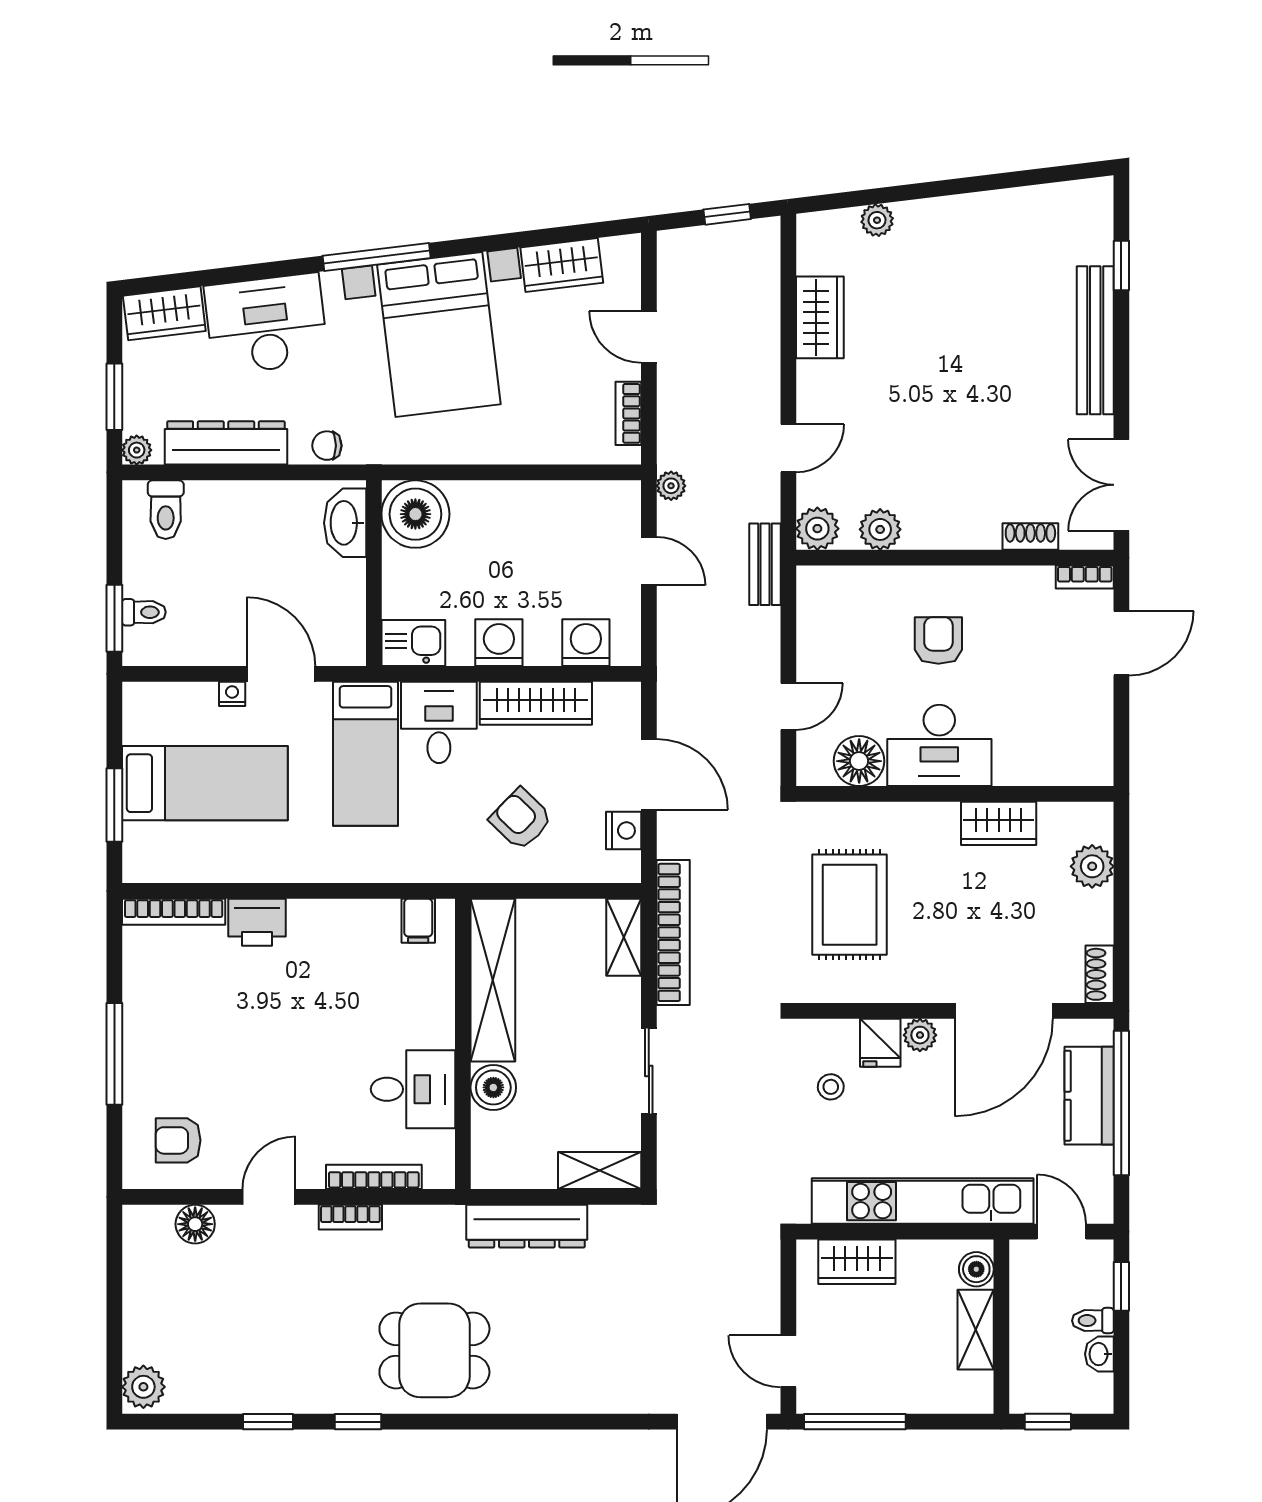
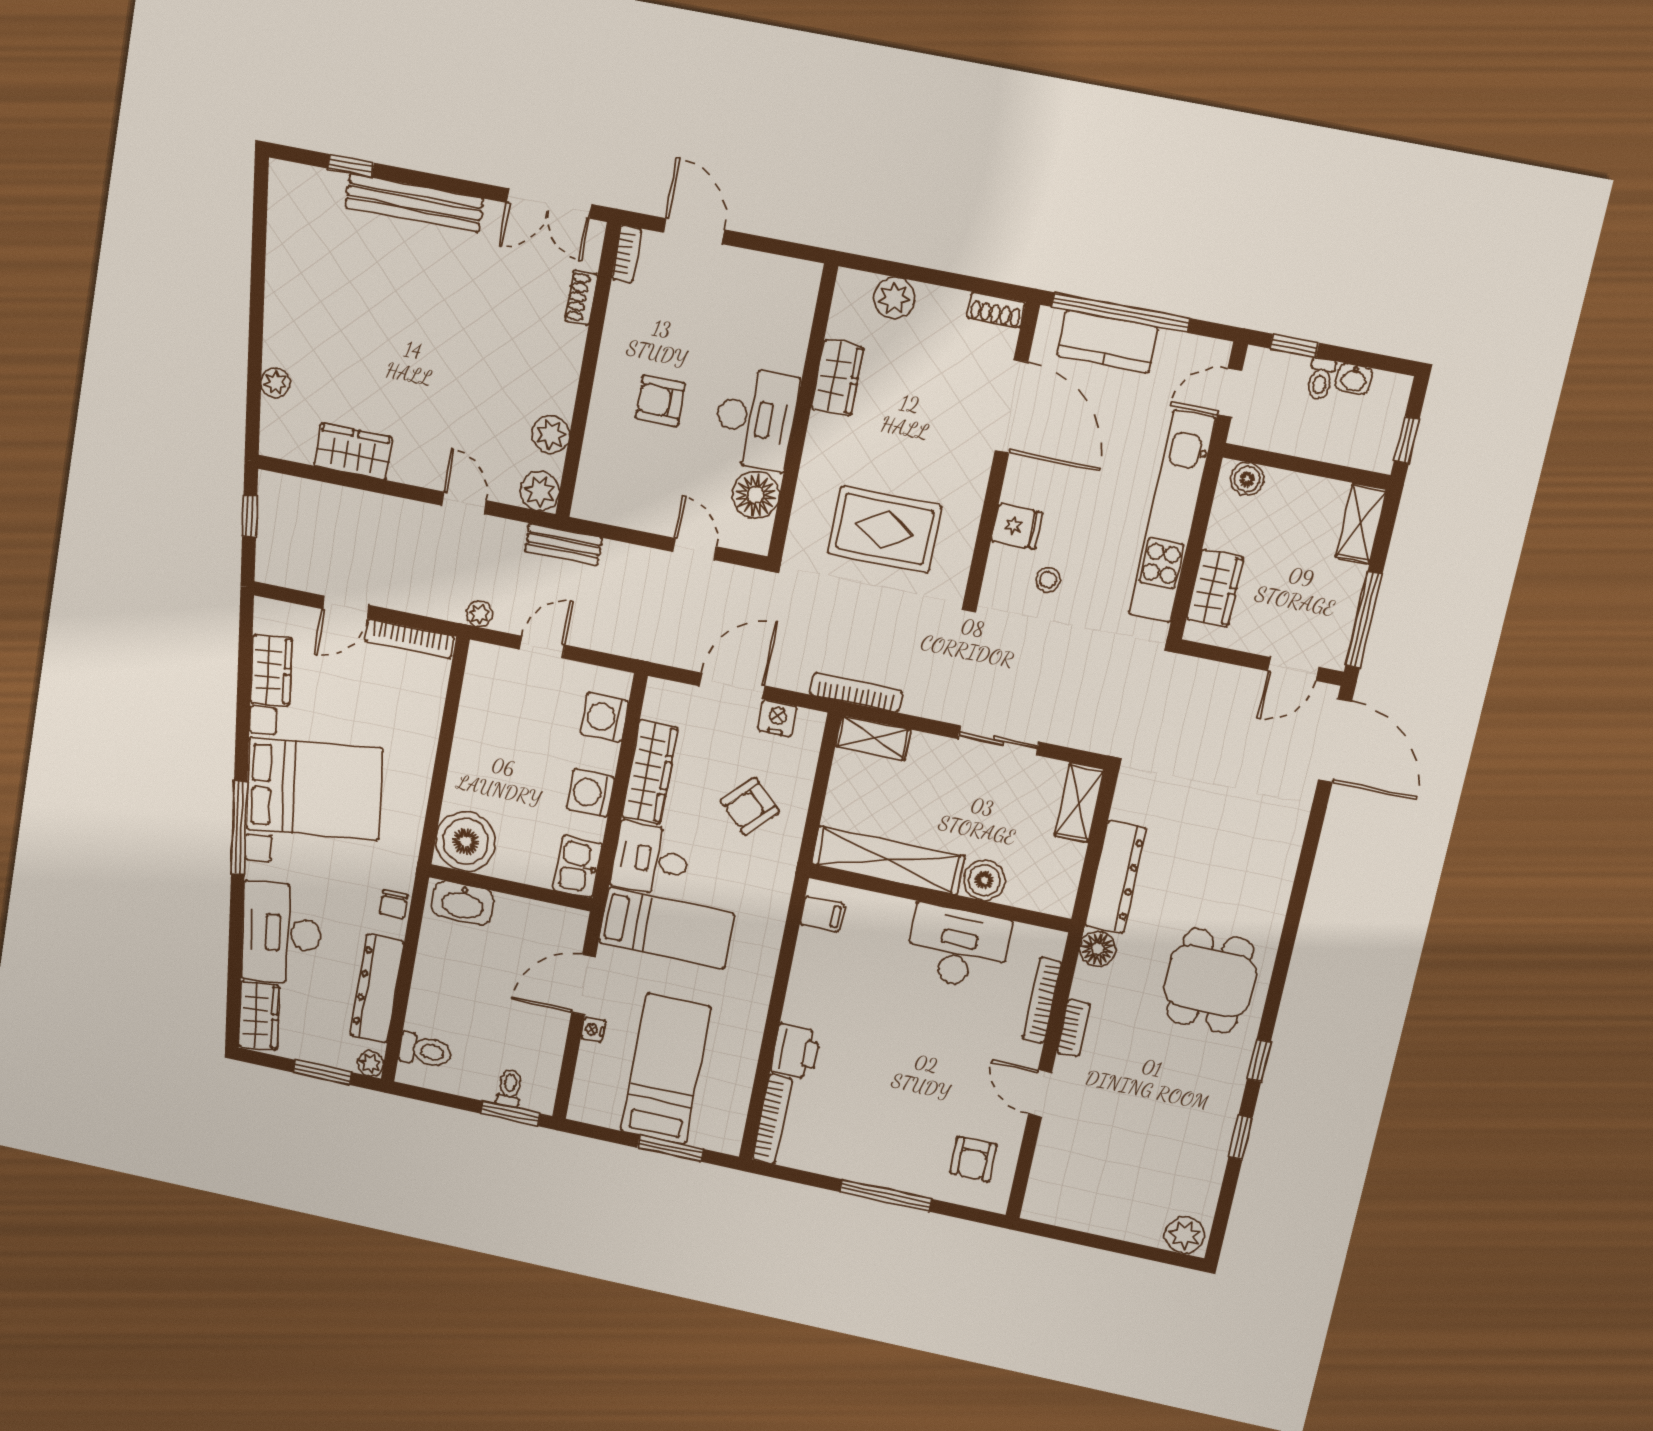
bookcase: (628, 413) -> (409, 639), width x1.56
bookcase: (673, 932) -> (856, 692), width x0.68, depth x0.76
plant: (920, 1035) -> (1017, 489), removed
desk: (413, 1089) -> (958, 947), width x1.37
floor lamp: (195, 1224) -> (1098, 949), moved
shelving: (976, 1330) -> (1361, 523), moved, turned 90

